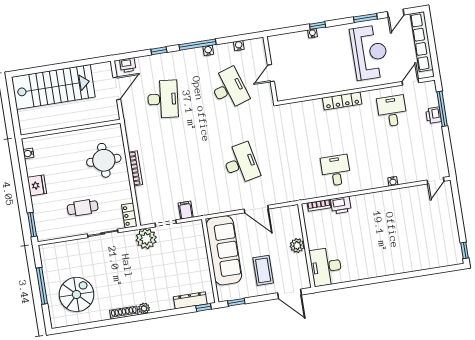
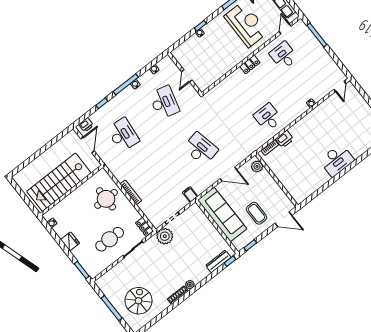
stairs: (53, 87) -> (59, 182), moved, turned 180
desk: (229, 89) -> (164, 102), turned 33
locker: (342, 101) -> (250, 64), width x0.66
printer: (434, 115) -> (314, 43), removed
cafe table: (83, 208) -> (110, 239), width x1.37, depth x1.35
filing cabinet: (186, 210) -> (190, 194), moved
plant: (297, 246) -> (257, 166), moved
desk: (326, 267) -> (337, 160), moved, turned -90

